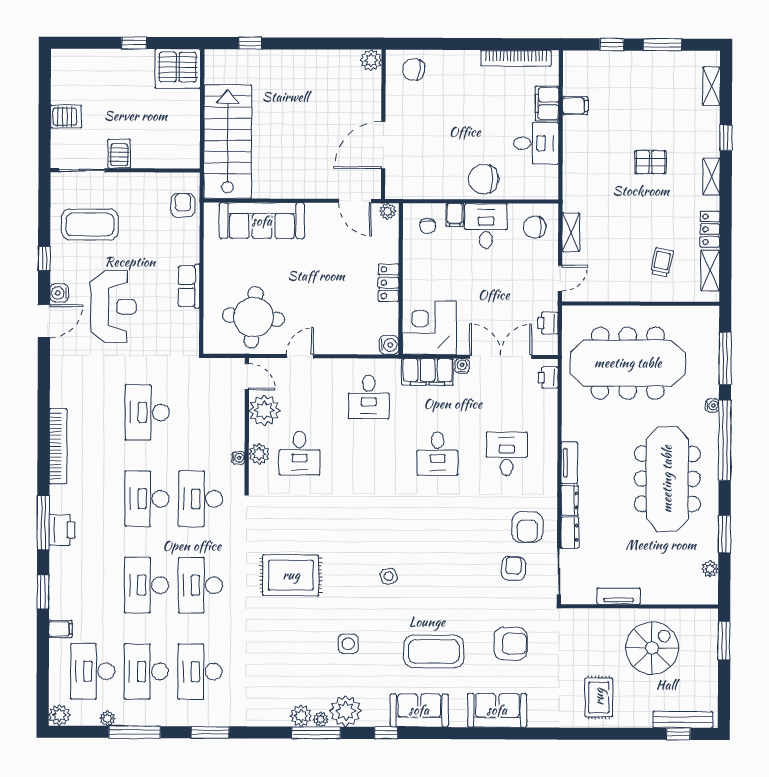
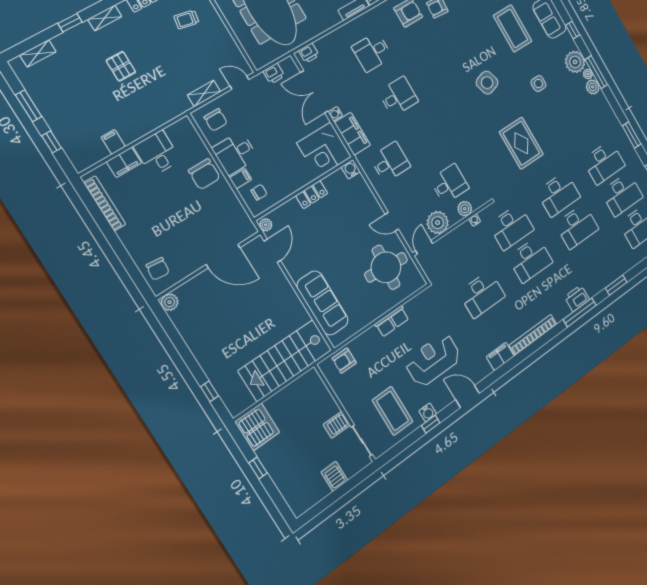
water cooler: (59, 293) -> (428, 412), moved
side table: (389, 576) -> (487, 83), width x1.87, depth x1.87
filing cabinet: (60, 629) -> (500, 356), moved, width x2.00

